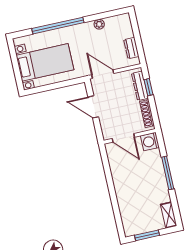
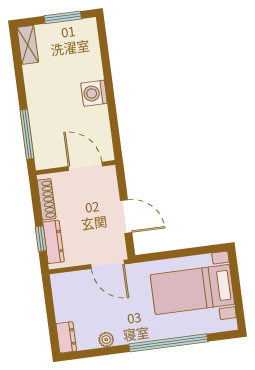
dresser: (131, 48) -> (66, 337), moved
washing machine: (150, 142) -> (94, 93), moved, turned 180
window: (168, 173) -> (27, 134), moved

